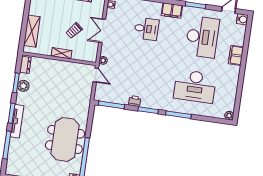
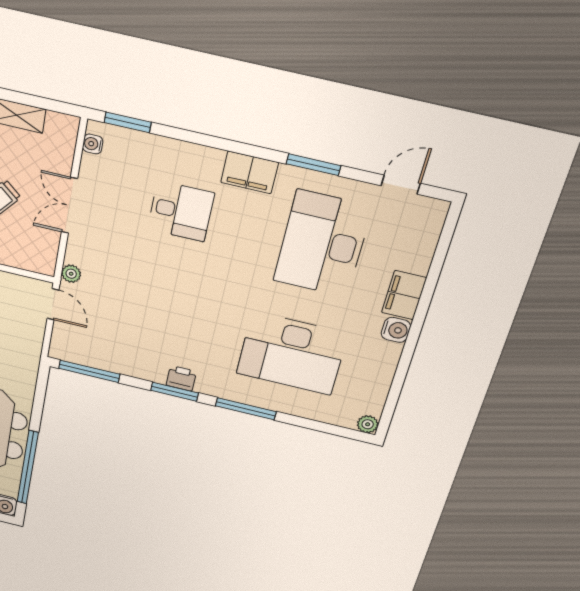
water cooler: (242, 19) -> (396, 330), moved
desk: (202, 37) -> (322, 244), turned 180
printer: (135, 101) -> (181, 378), moved

